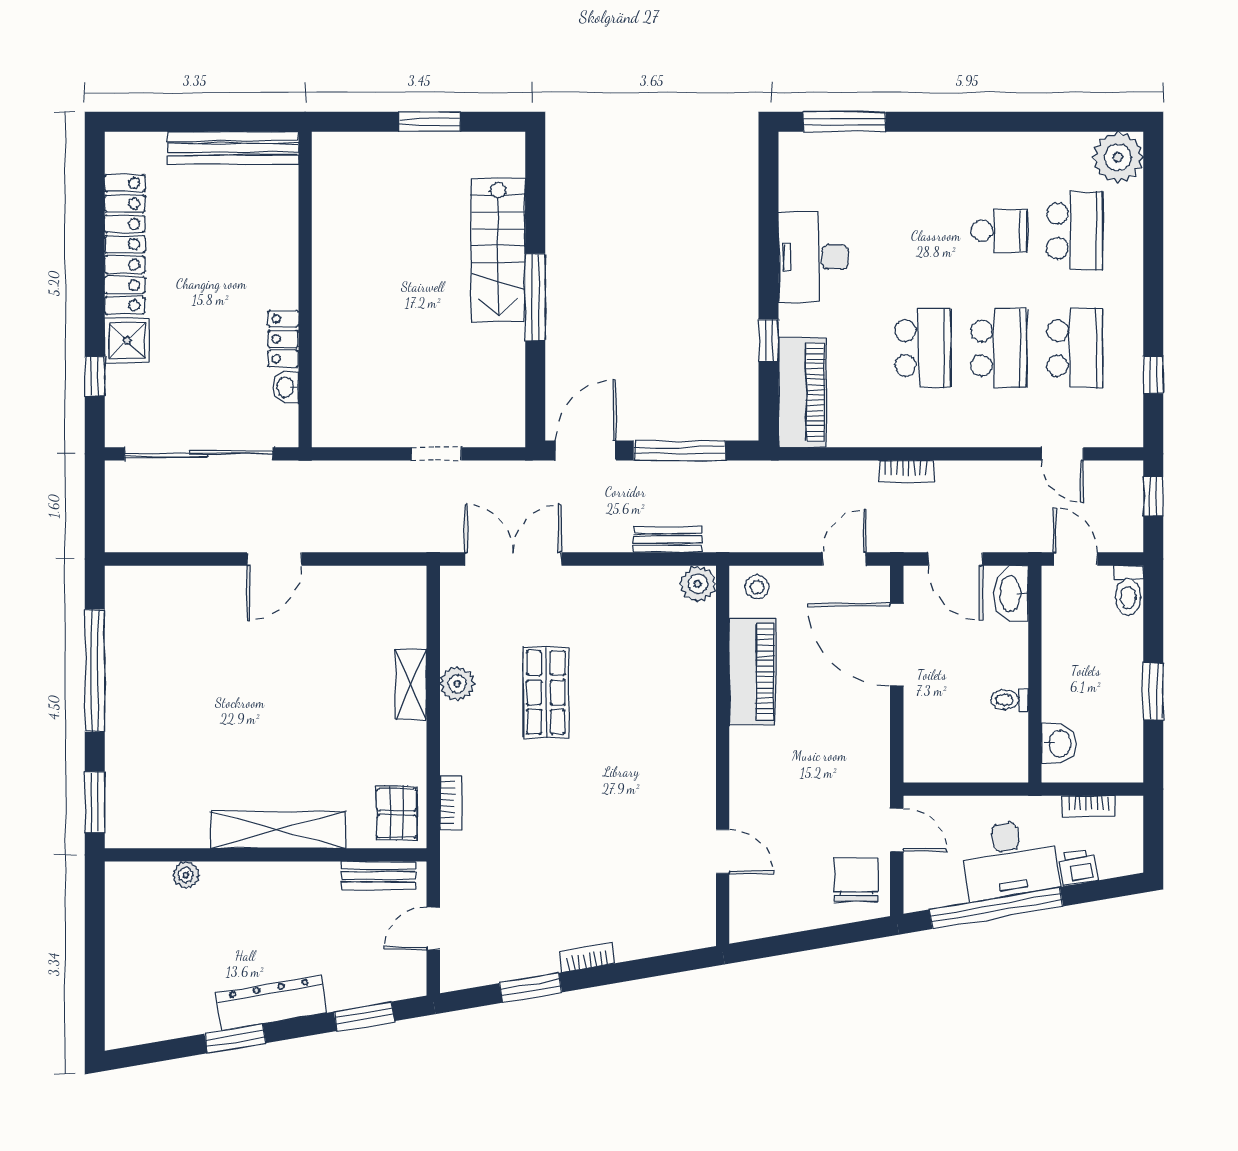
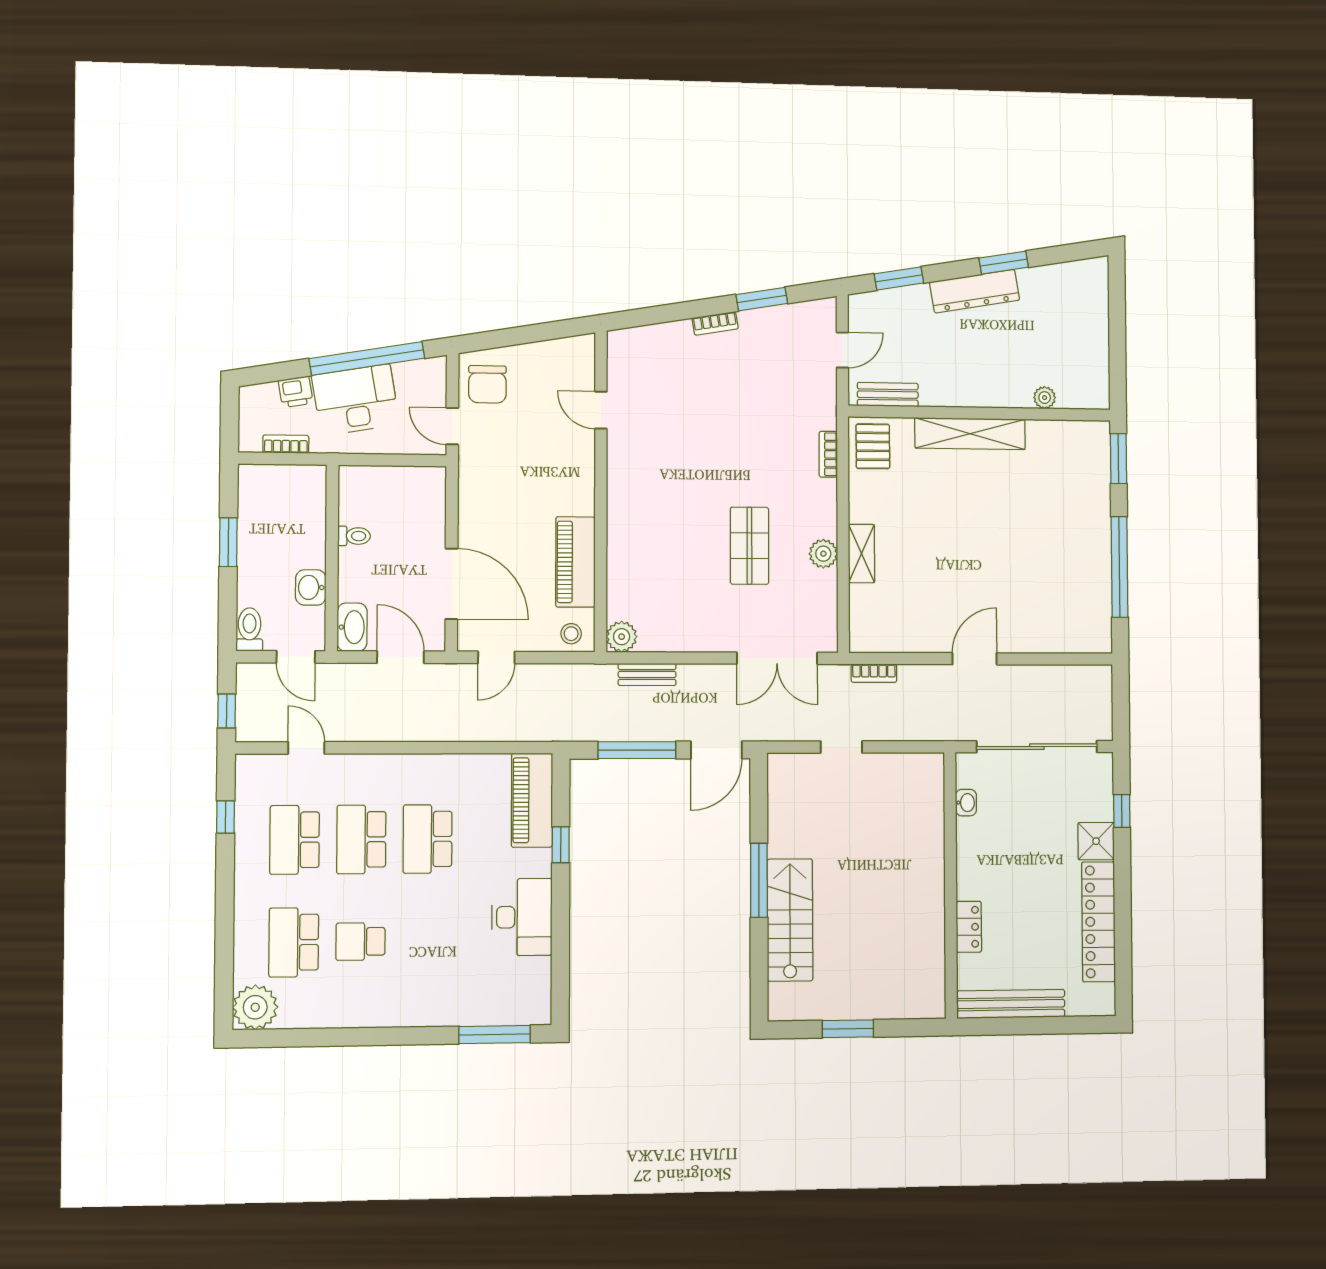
locker: (283, 339) -> (969, 927), moved
bookcase: (906, 471) -> (874, 673), moved, turned 180
washbasin: (1059, 743) -> (311, 587), moved

